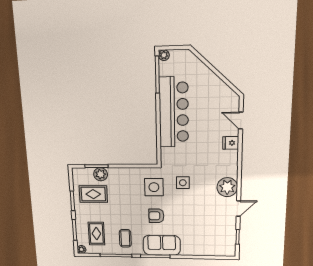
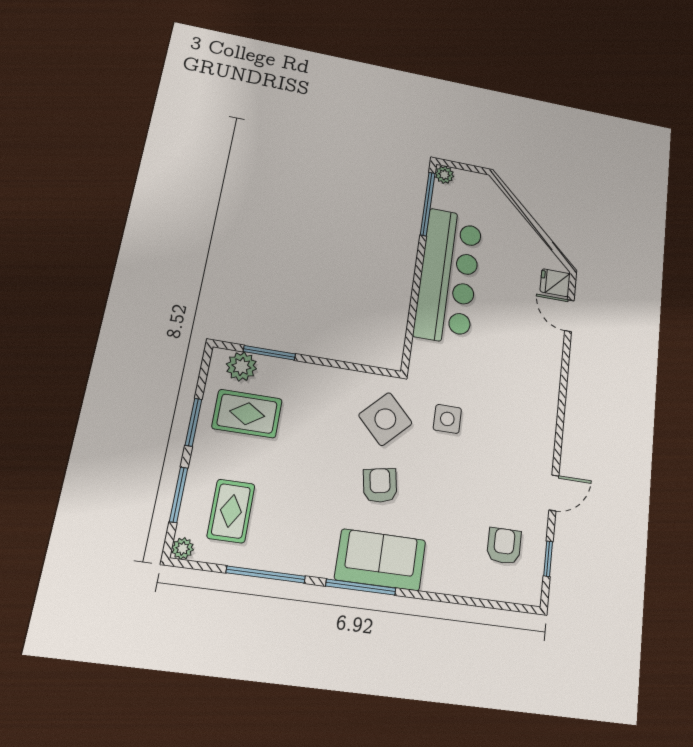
fridge: (231, 143) -> (555, 283), moved
plant: (101, 174) -> (241, 366), moved
side table: (154, 187) -> (385, 419), turned 45
plant: (227, 187) -> (535, 442), removed
armchair: (156, 216) -> (380, 485), turned 80
armchair: (216, 234) -> (504, 546), added
coffee table: (125, 238) -> (298, 532), removed

